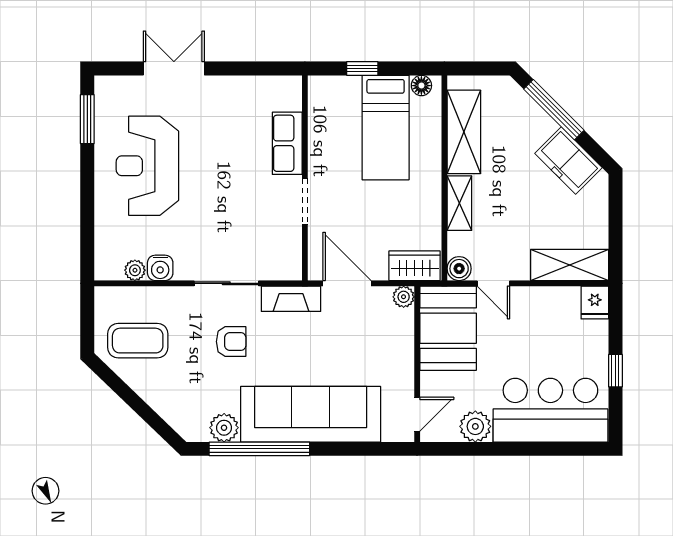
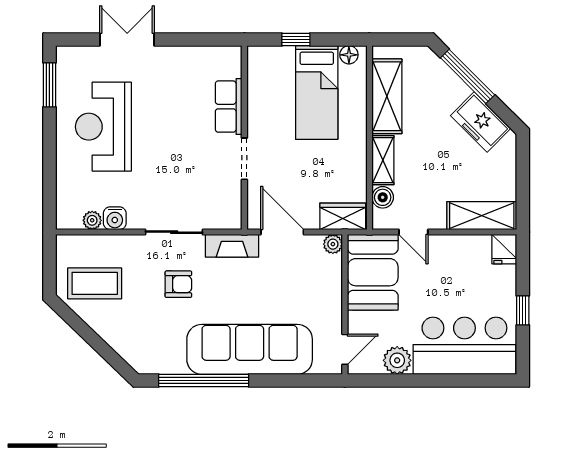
boiler: (459, 269) -> (383, 197), moved
plant: (224, 428) -> (172, 361), removed

